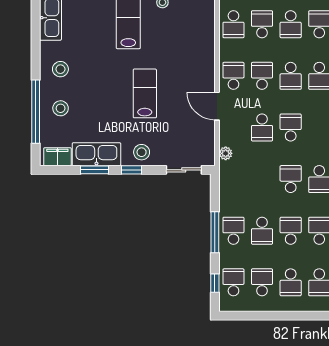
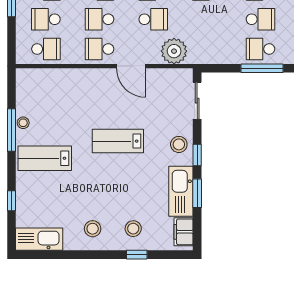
door: (217, 106) -> (131, 66), hinge flipped
window: (36, 112) -> (137, 255), width x0.32
plant: (226, 153) -> (174, 51), width x1.88, depth x1.88

